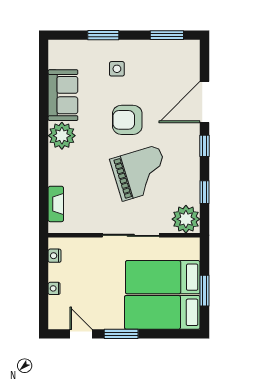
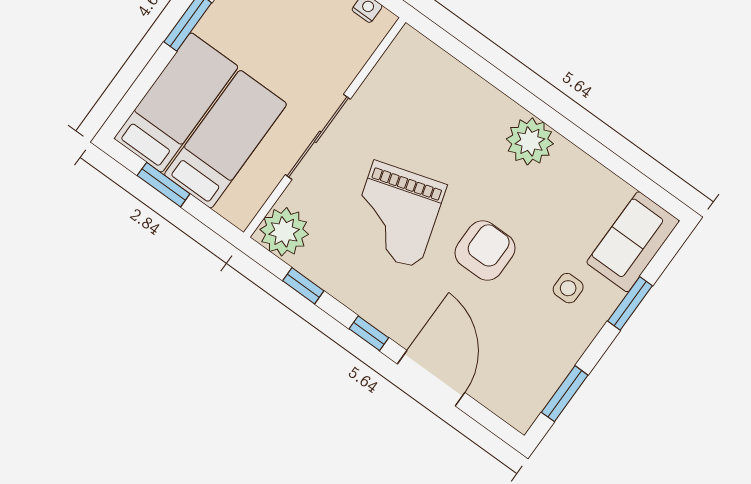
sofa: (63, 95) -> (633, 242), moved, turned 90
fireplace: (56, 204) -> (439, 63), removed

